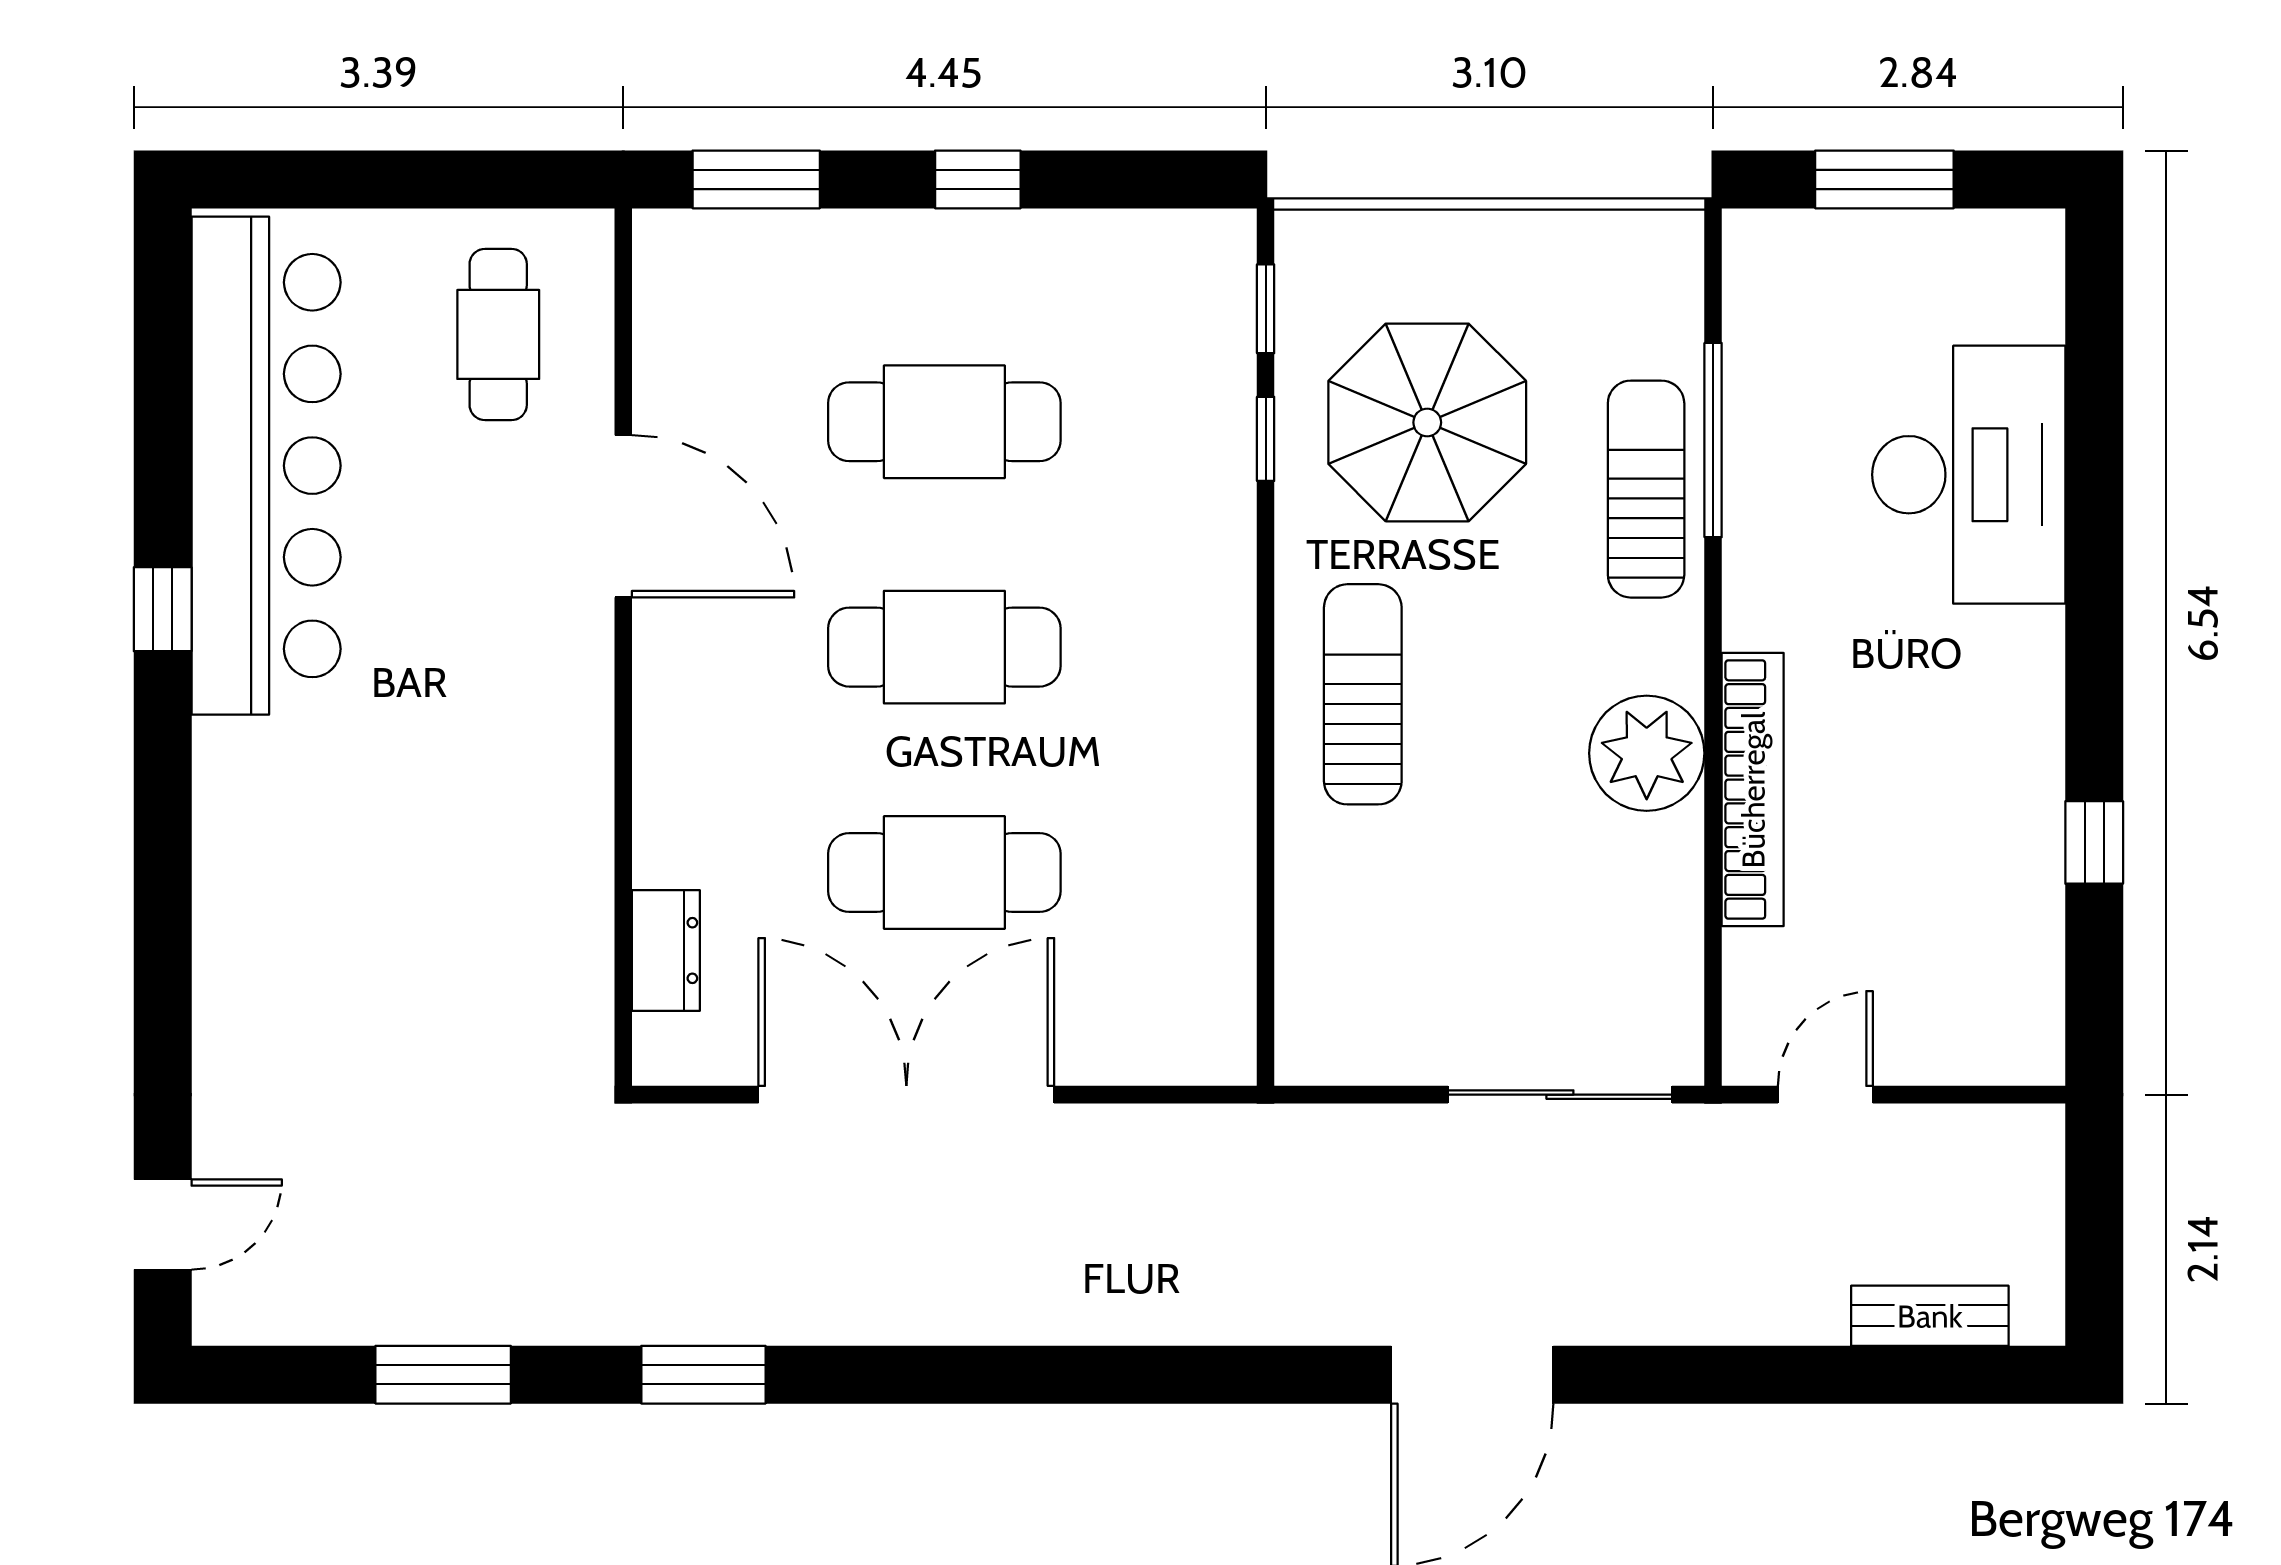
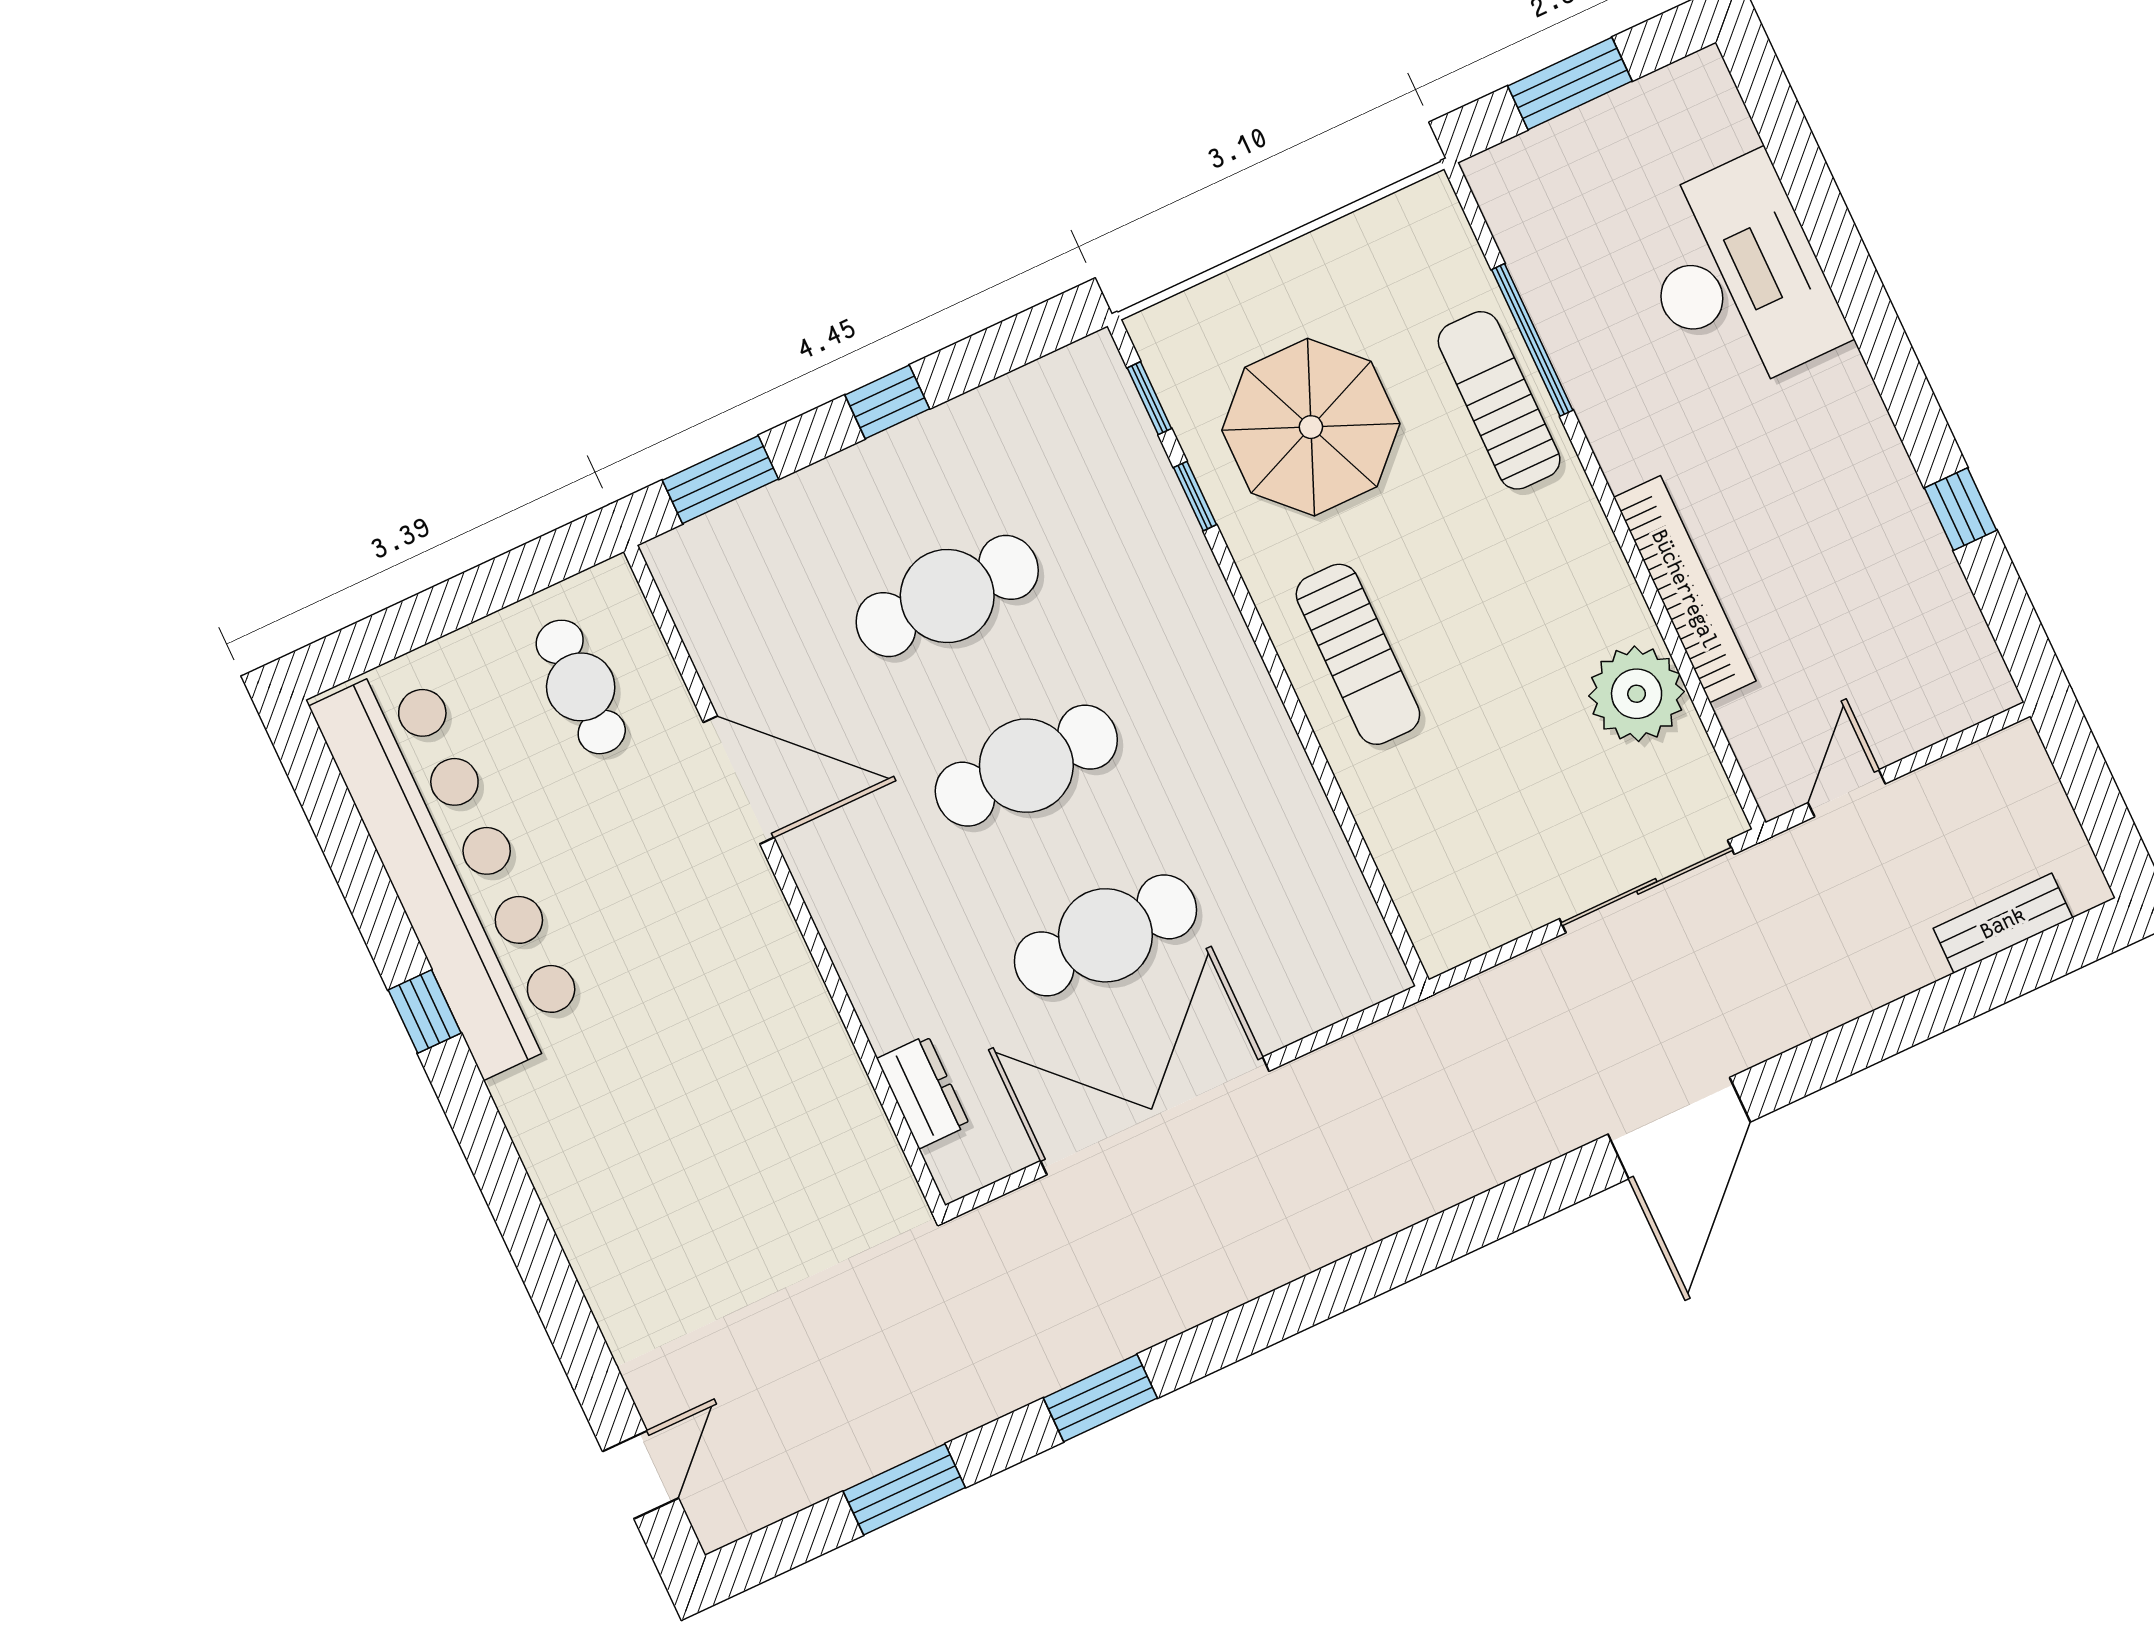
sun lounger: (1363, 694) -> (1358, 654), turned 180
plant: (1647, 753) -> (1637, 694), moved

